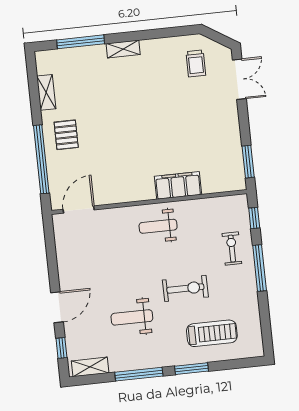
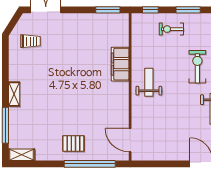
shelving: (46, 92) -> (22, 155), moved
weight bench: (158, 226) -> (149, 82), turned 180
window: (260, 268) -> (188, 10), width x0.69

